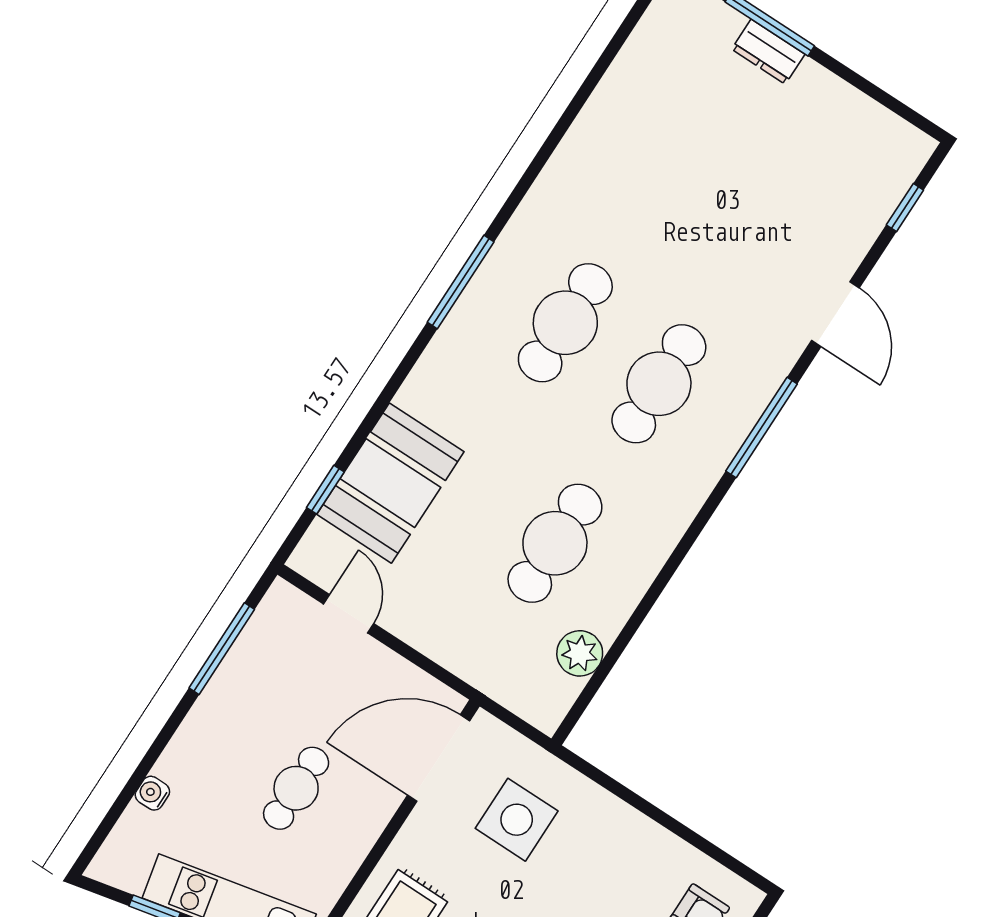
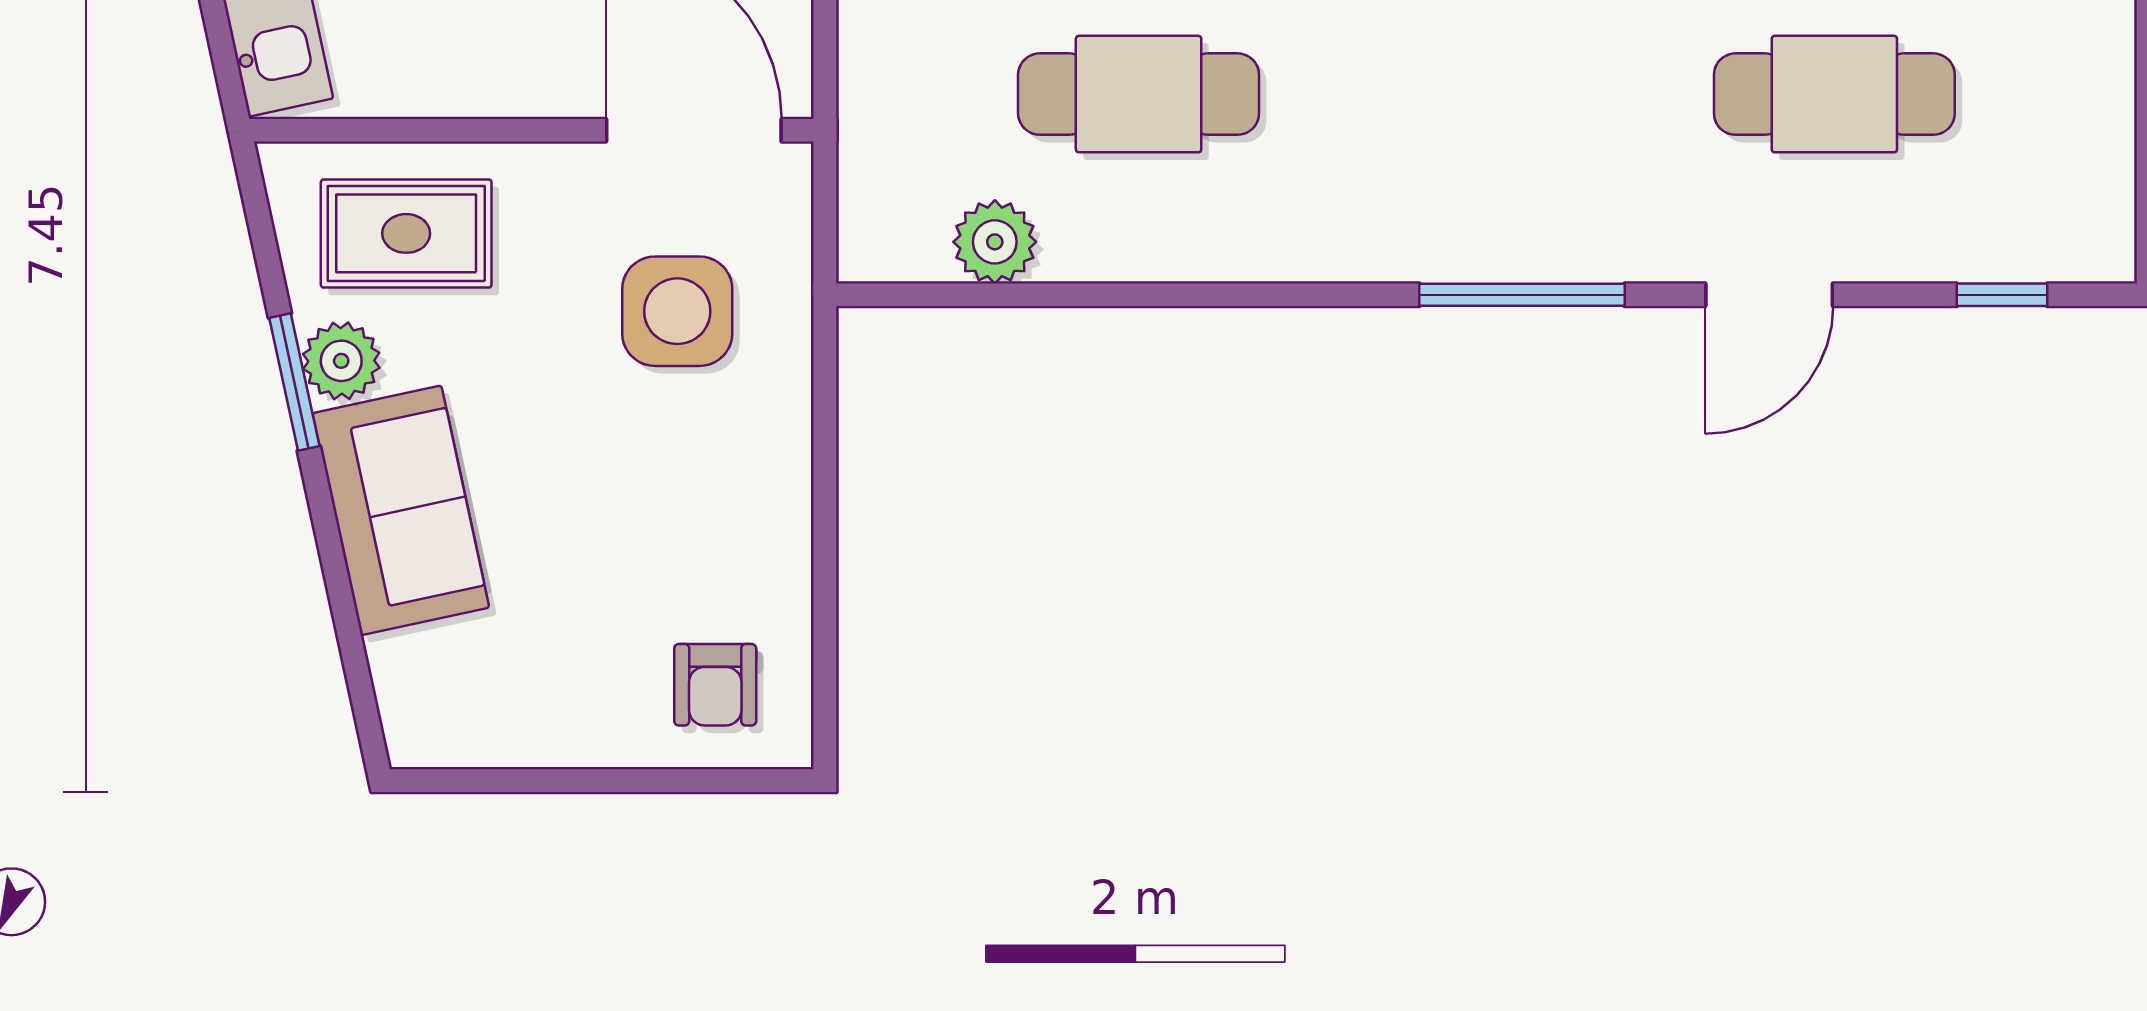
cafe table: (659, 384) -> (1834, 94), moved

